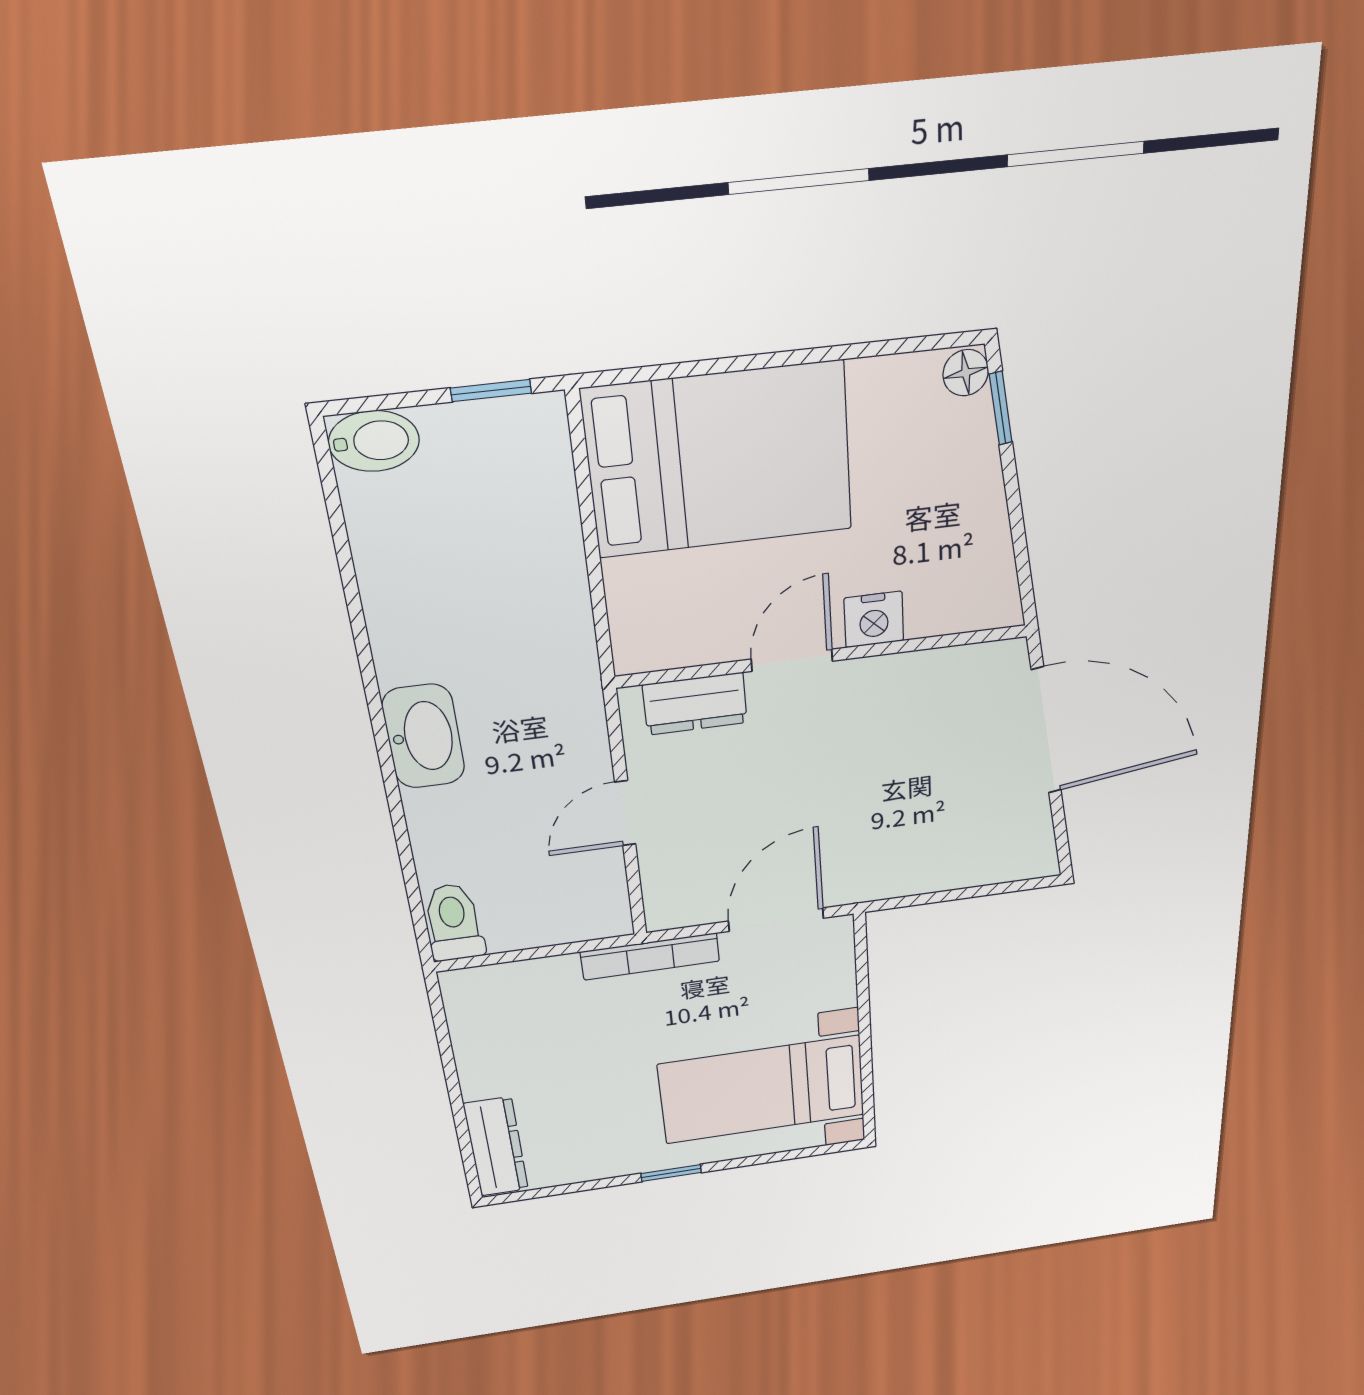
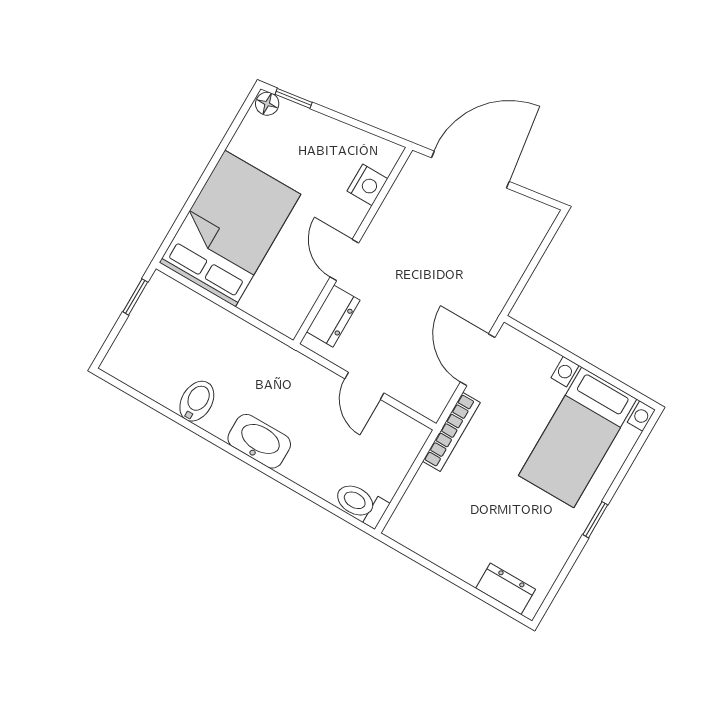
bidet: (374, 441) -> (197, 401), moved
nightstand: (874, 619) -> (367, 185), moved
dresser: (496, 1147) -> (506, 589), width x0.70

